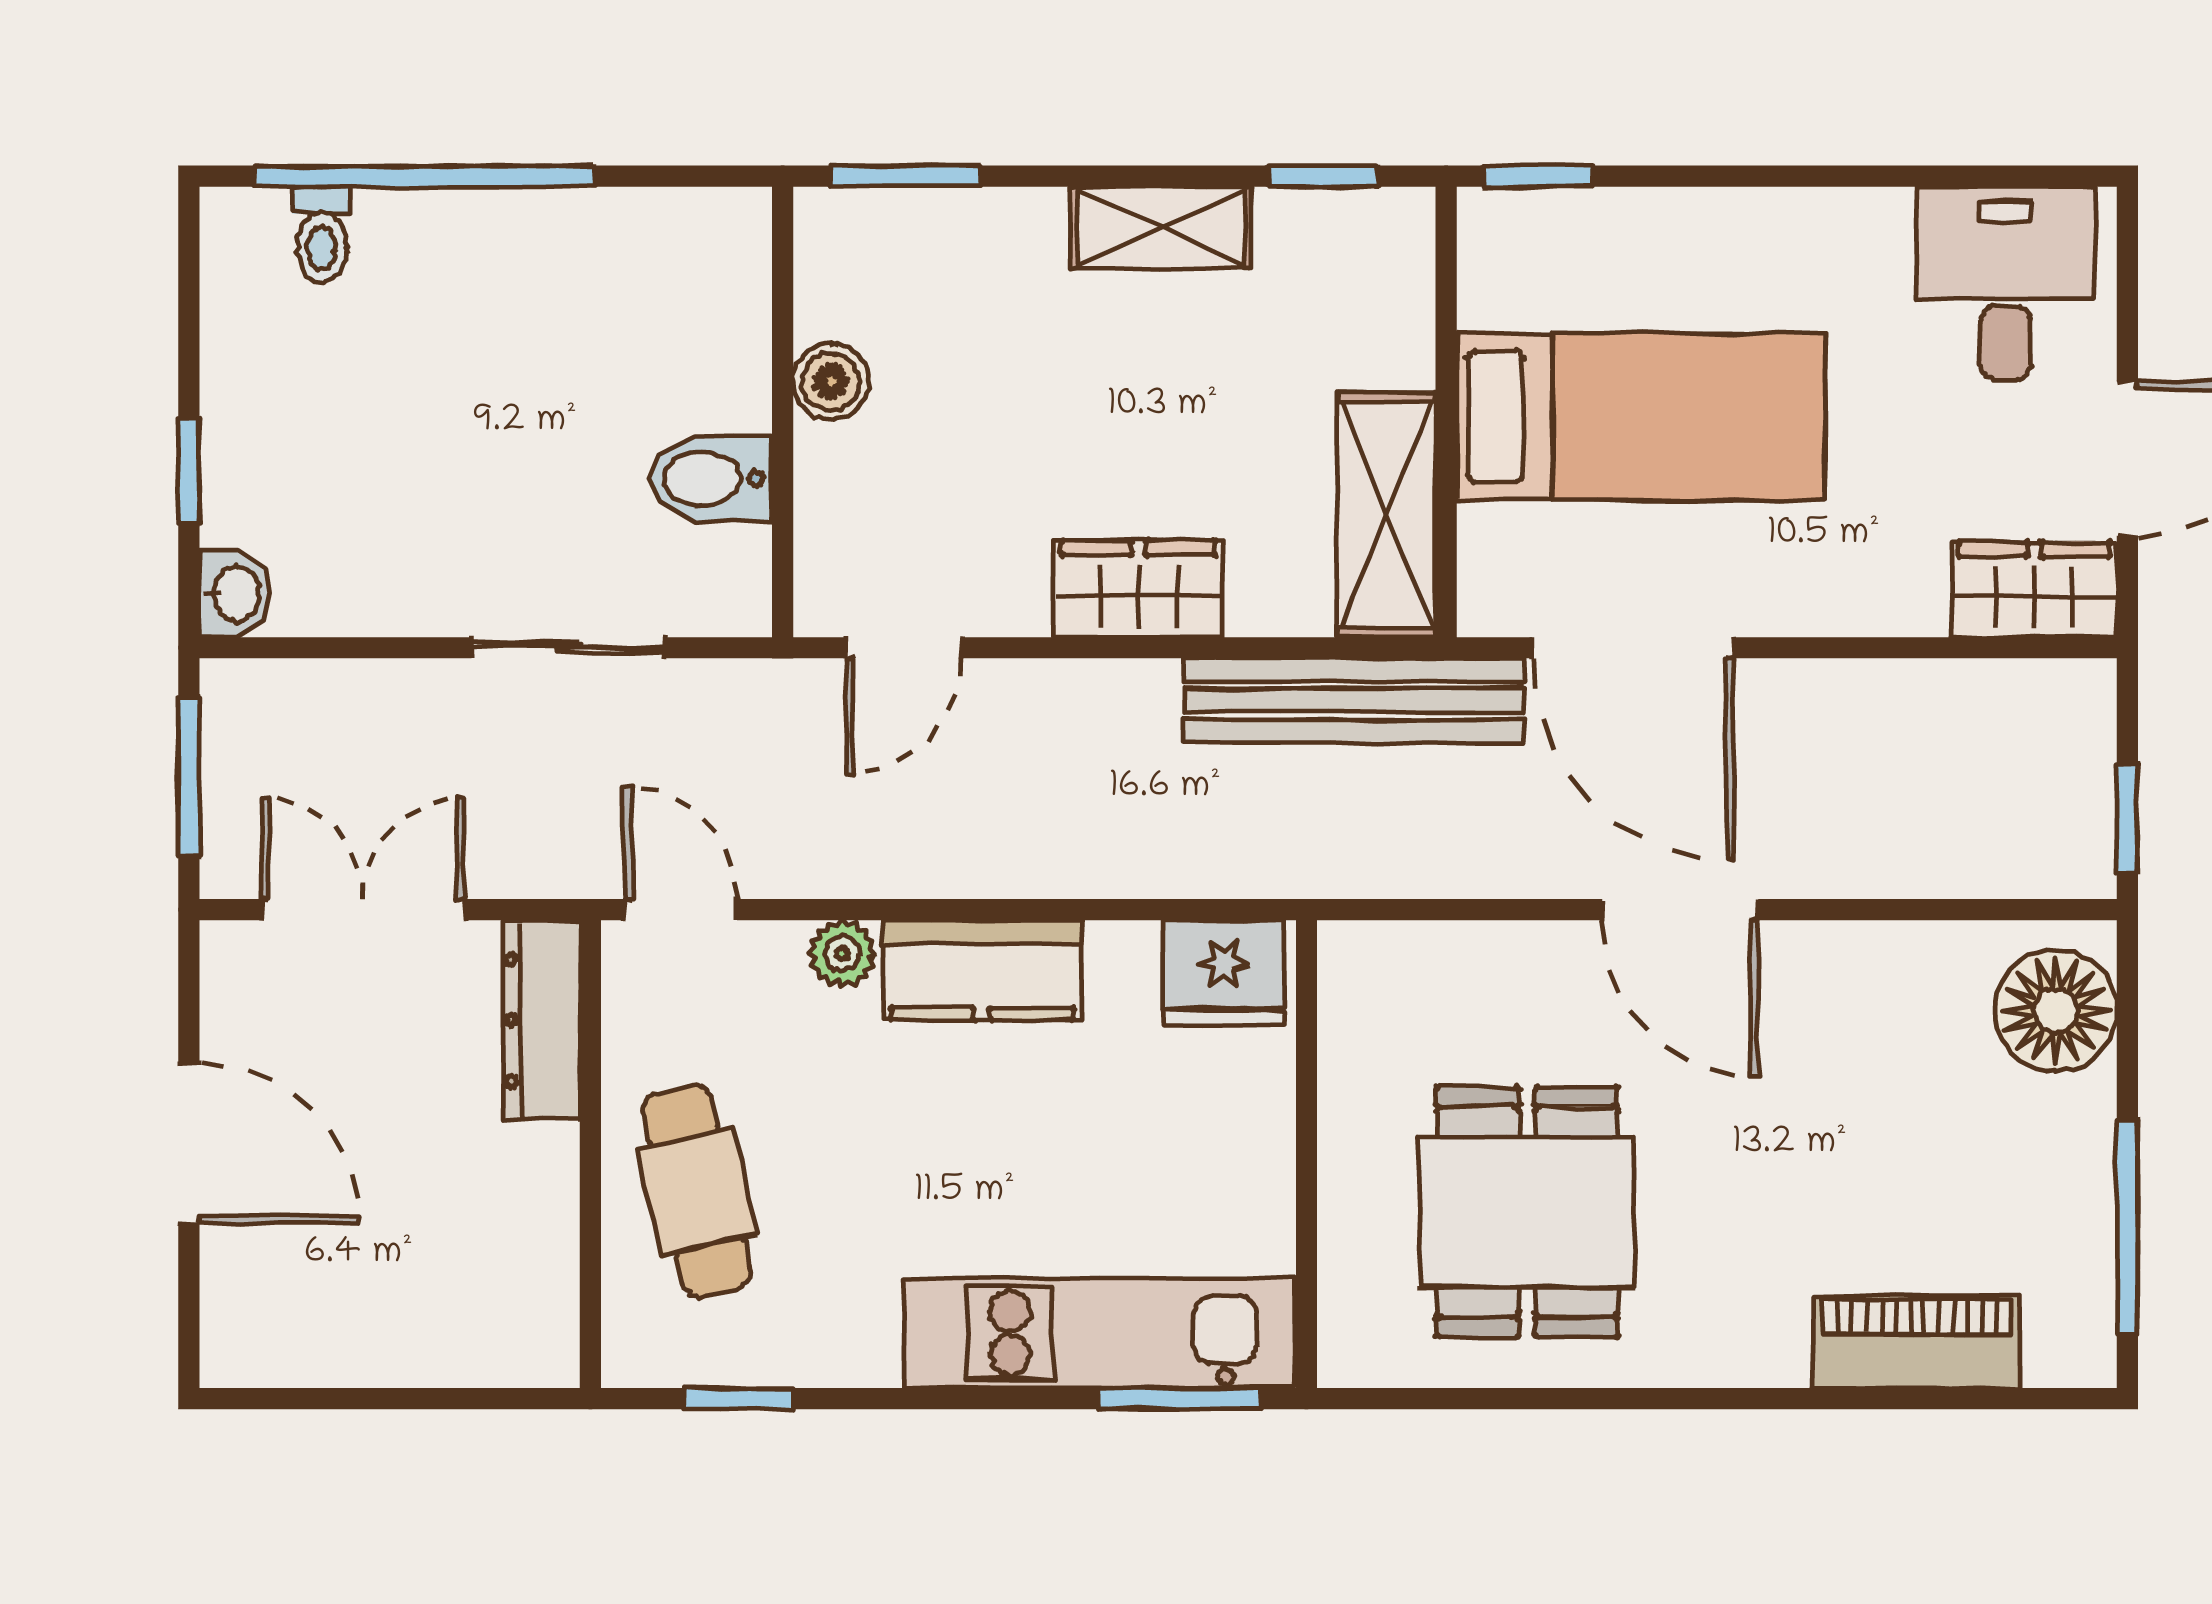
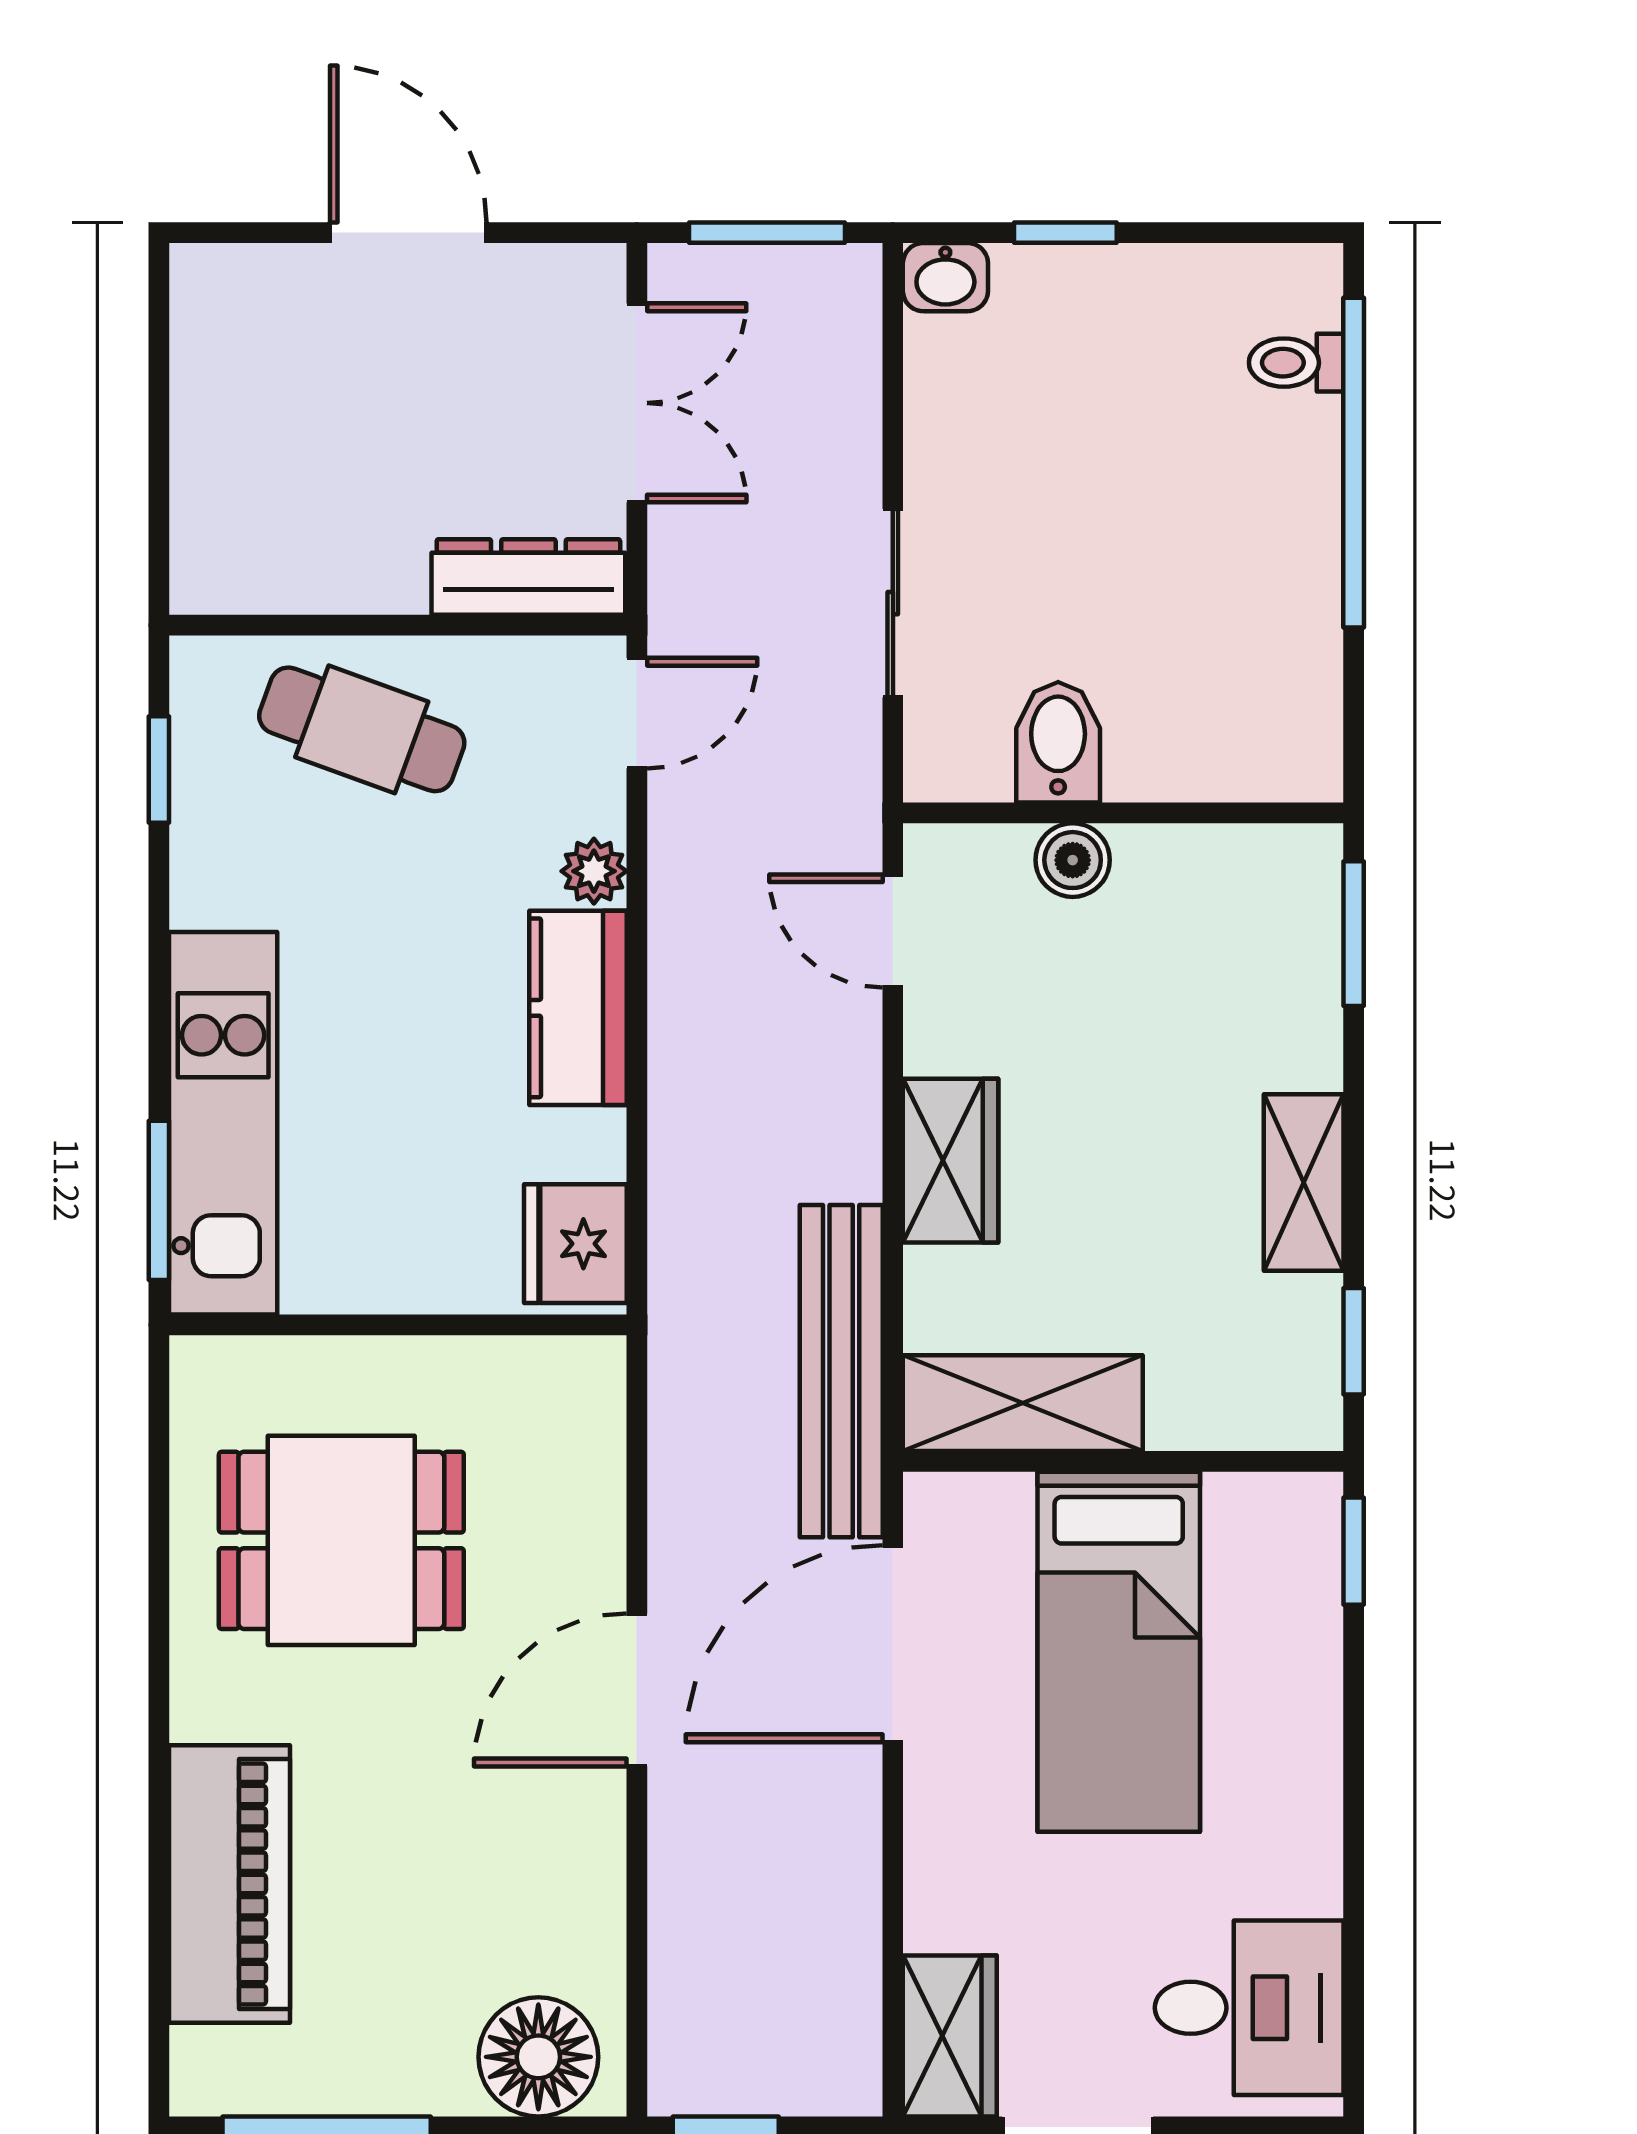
boiler: (831, 381) -> (1073, 860), moved
door: (189, 1143) -> (408, 233), swing flipped
cafe table: (697, 1191) -> (362, 729), turned 33
piano: (1917, 1342) -> (230, 1884), width x1.37, depth x1.33

